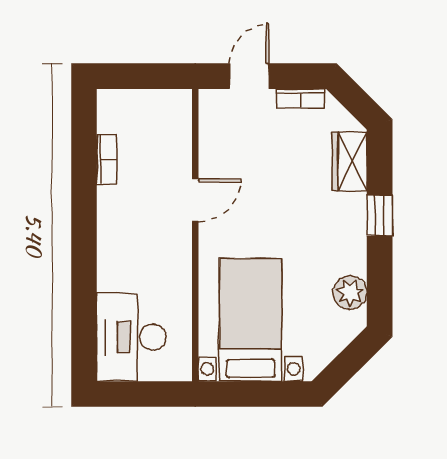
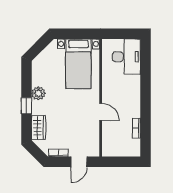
door: (195, 200) -> (101, 112), swing flipped
plant: (350, 293) -> (38, 93), moved

